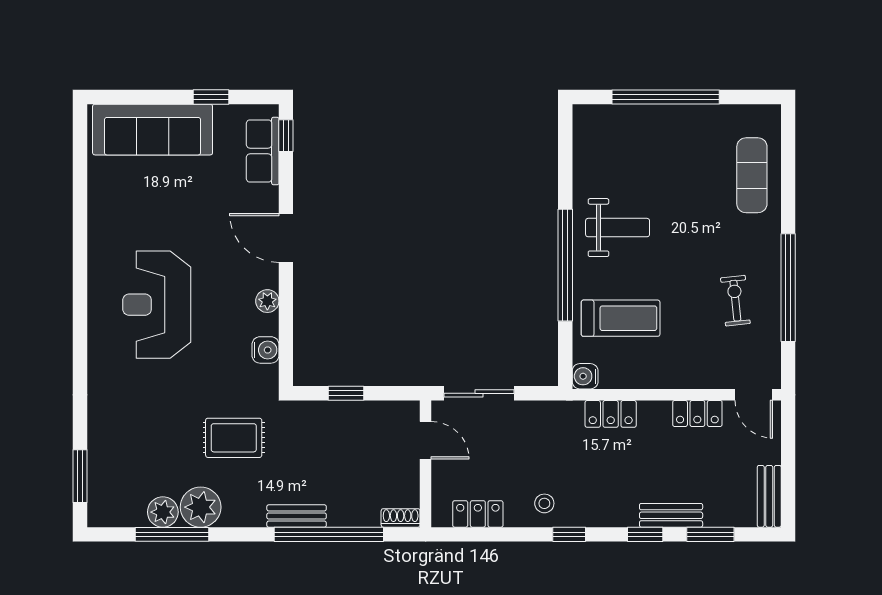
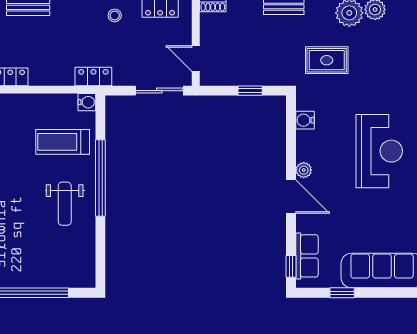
weight bench: (618, 228) -> (65, 204), turned -90
plant: (267, 301) -> (304, 170), moved
locker: (611, 414) -> (93, 76), moved

